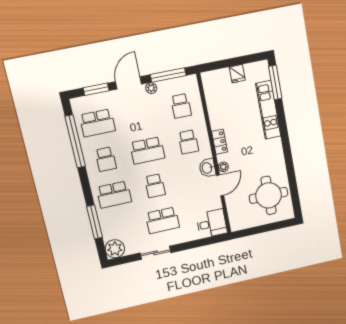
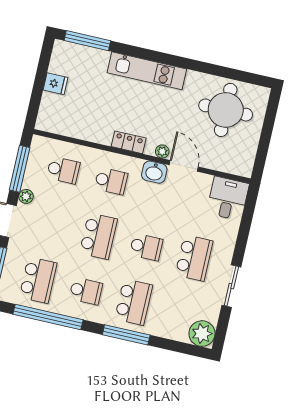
kitchen unit: (268, 110) -> (147, 71), moved
window: (95, 222) -> (126, 335), moved

